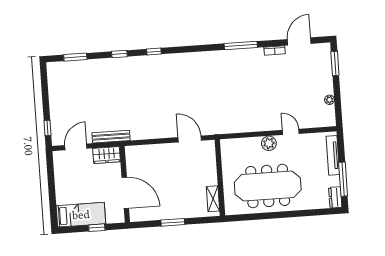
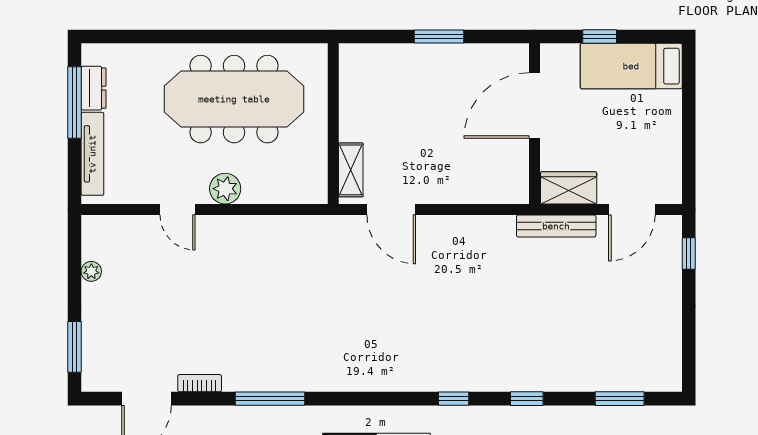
door: (125, 193) -> (535, 106), hinge flipped
dresser: (335, 197) -> (94, 88), moved
shelving: (213, 199) -> (351, 170), moved

